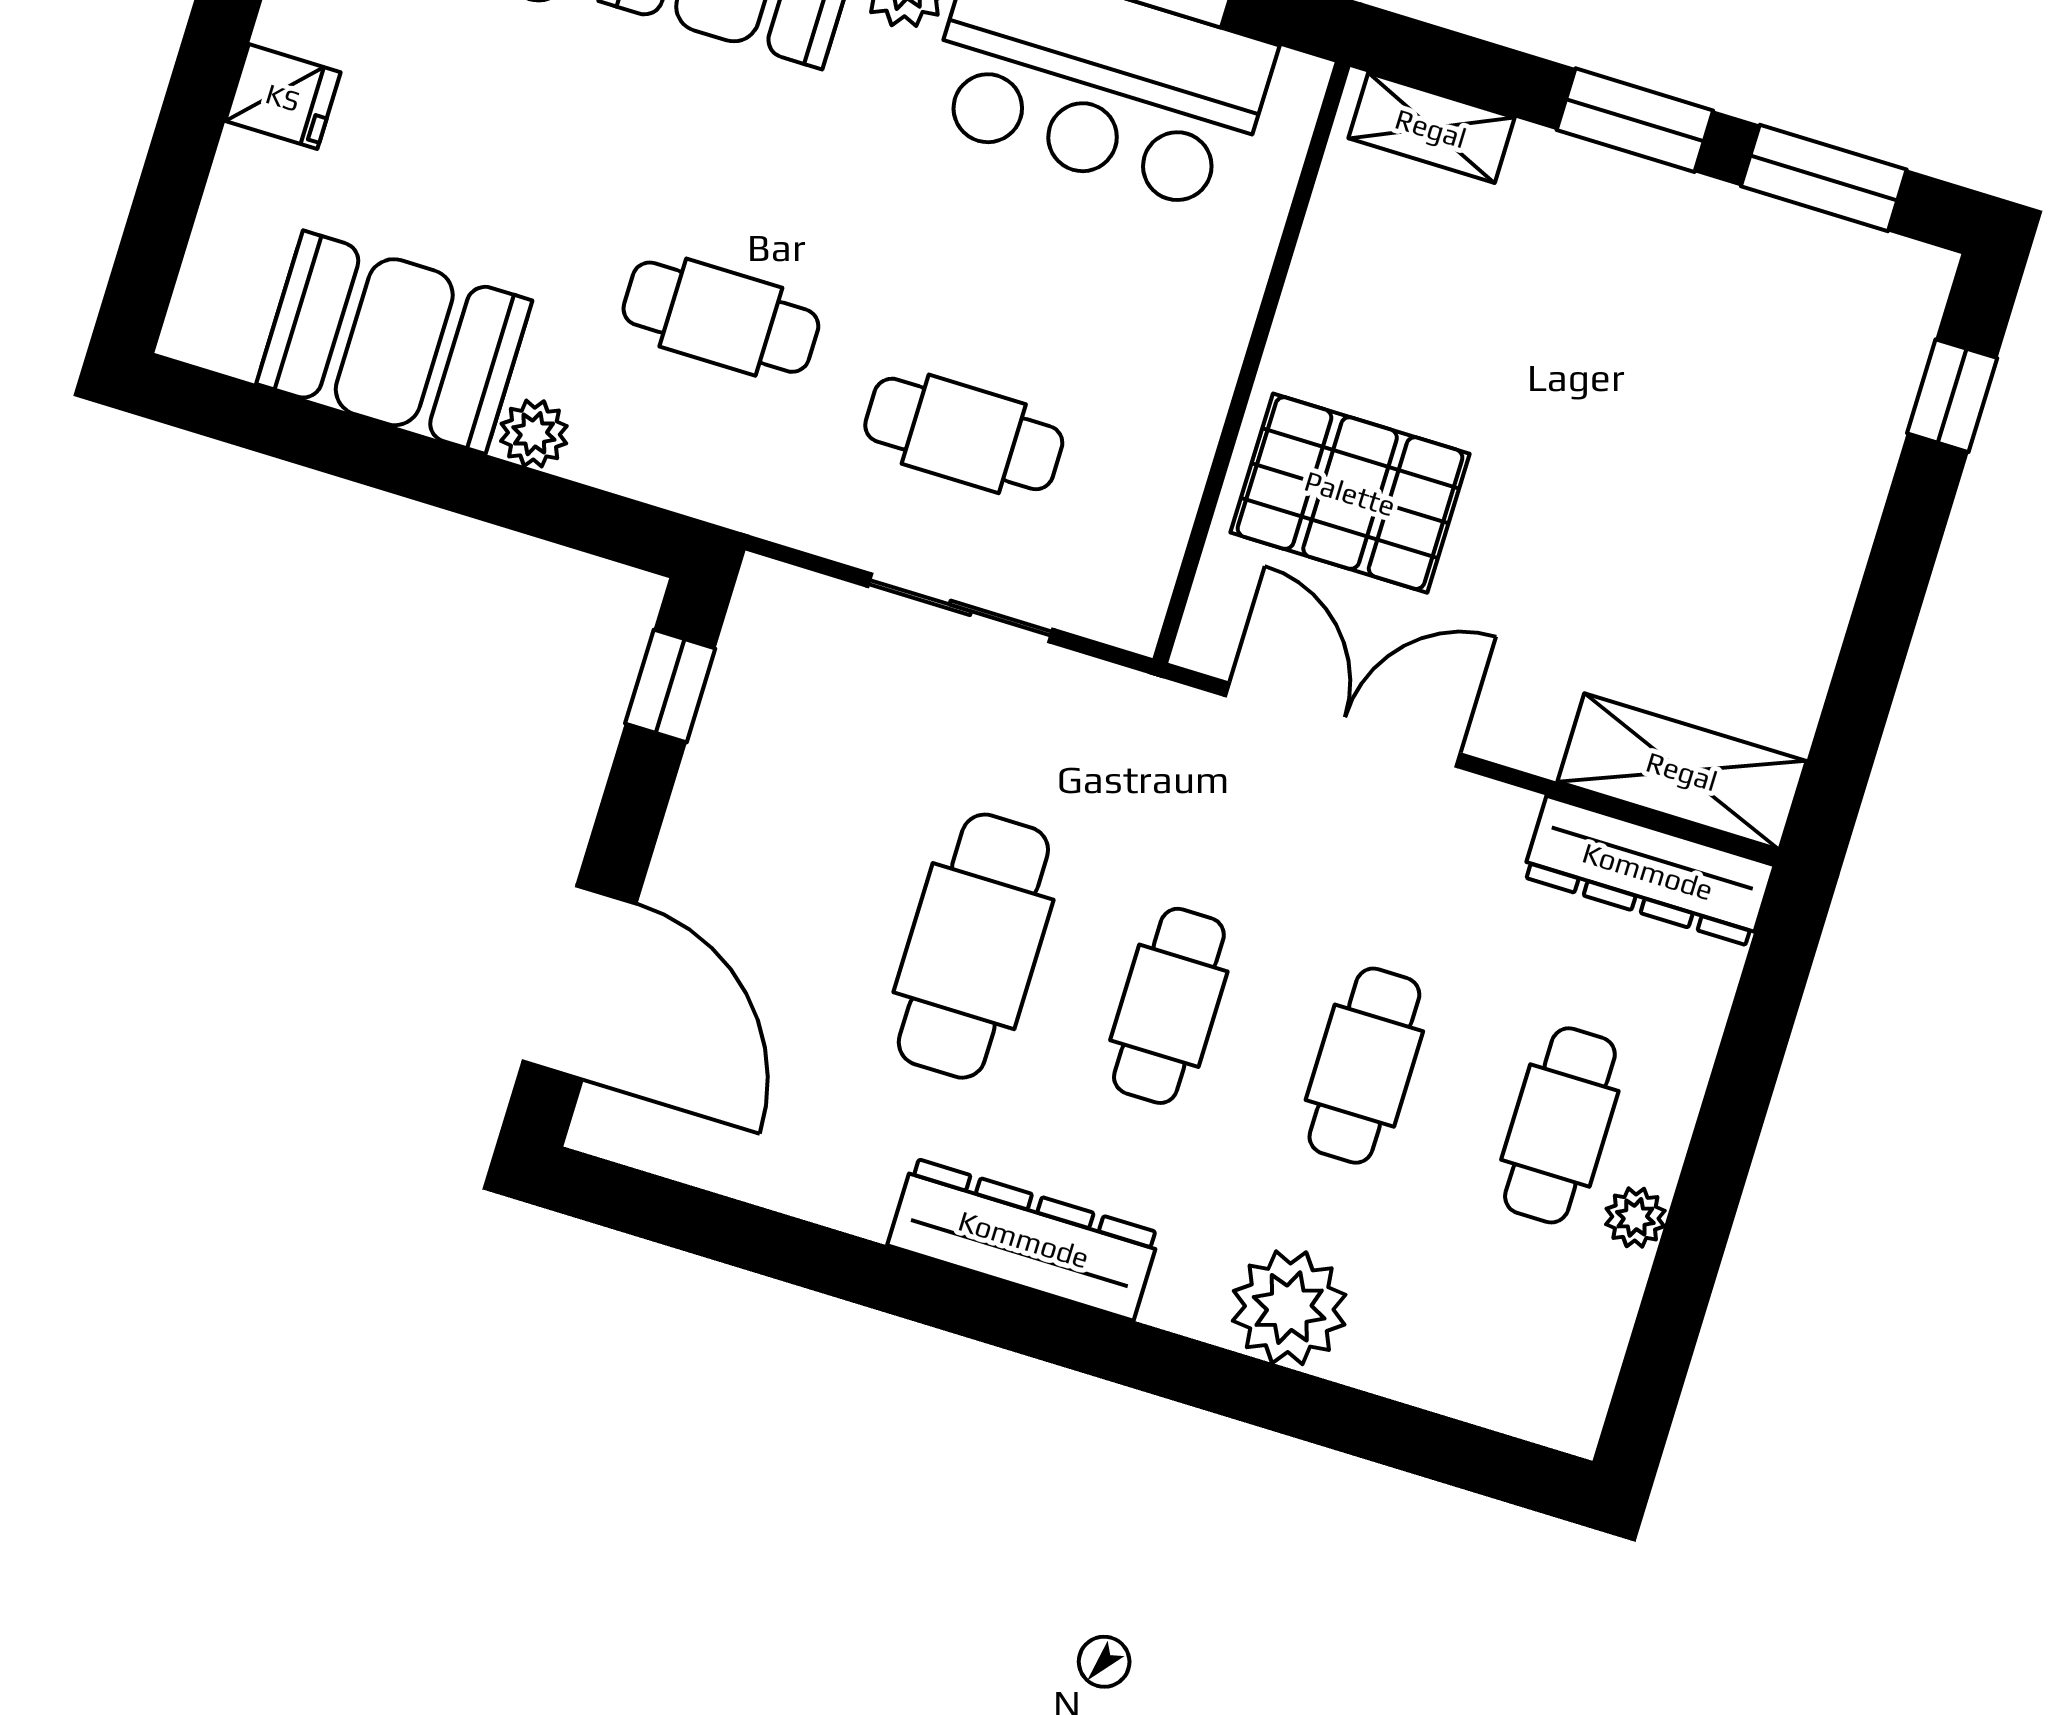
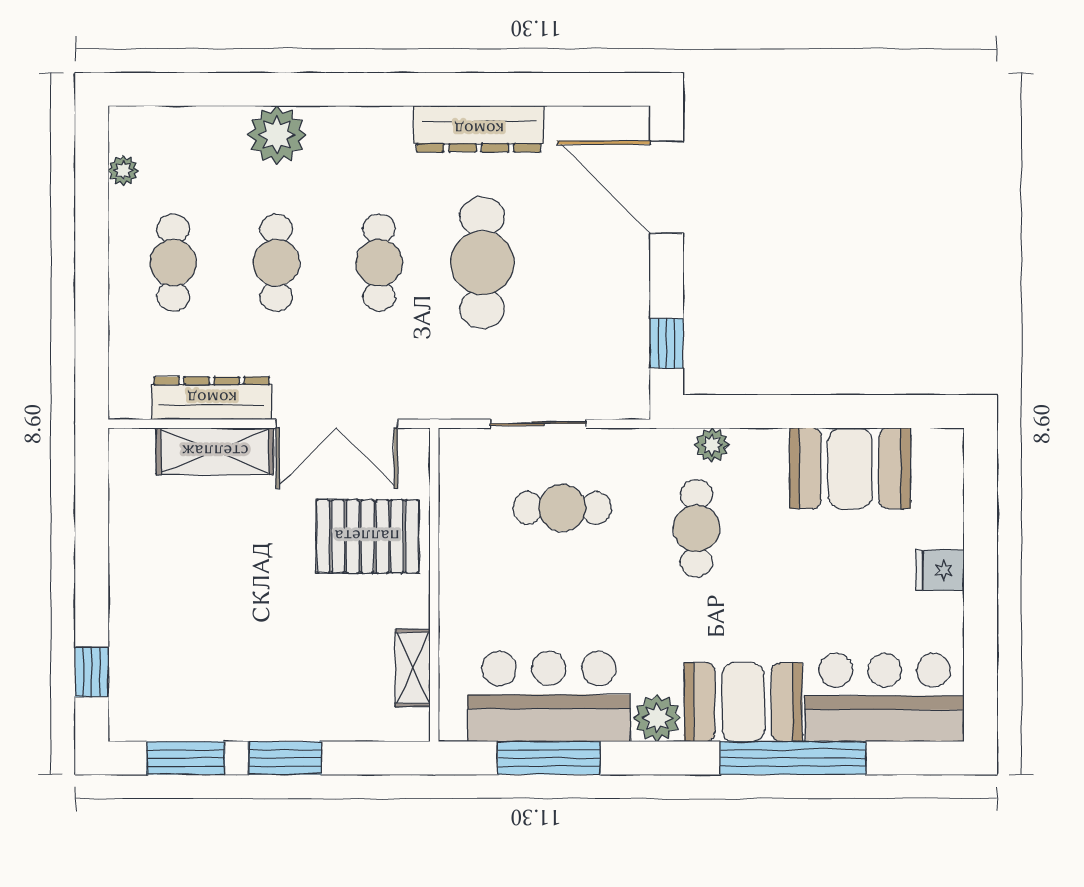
shelving: (1431, 128) -> (413, 668), moved, turned 90
cafe table: (721, 317) -> (696, 528), turned 90
plant: (534, 434) -> (712, 445), moved
shelving: (1682, 771) -> (215, 451), moved
dresser: (1648, 871) -> (212, 398), moved
plant: (1635, 1217) -> (123, 171), moved
dresser: (1024, 1239) -> (479, 129), moved

